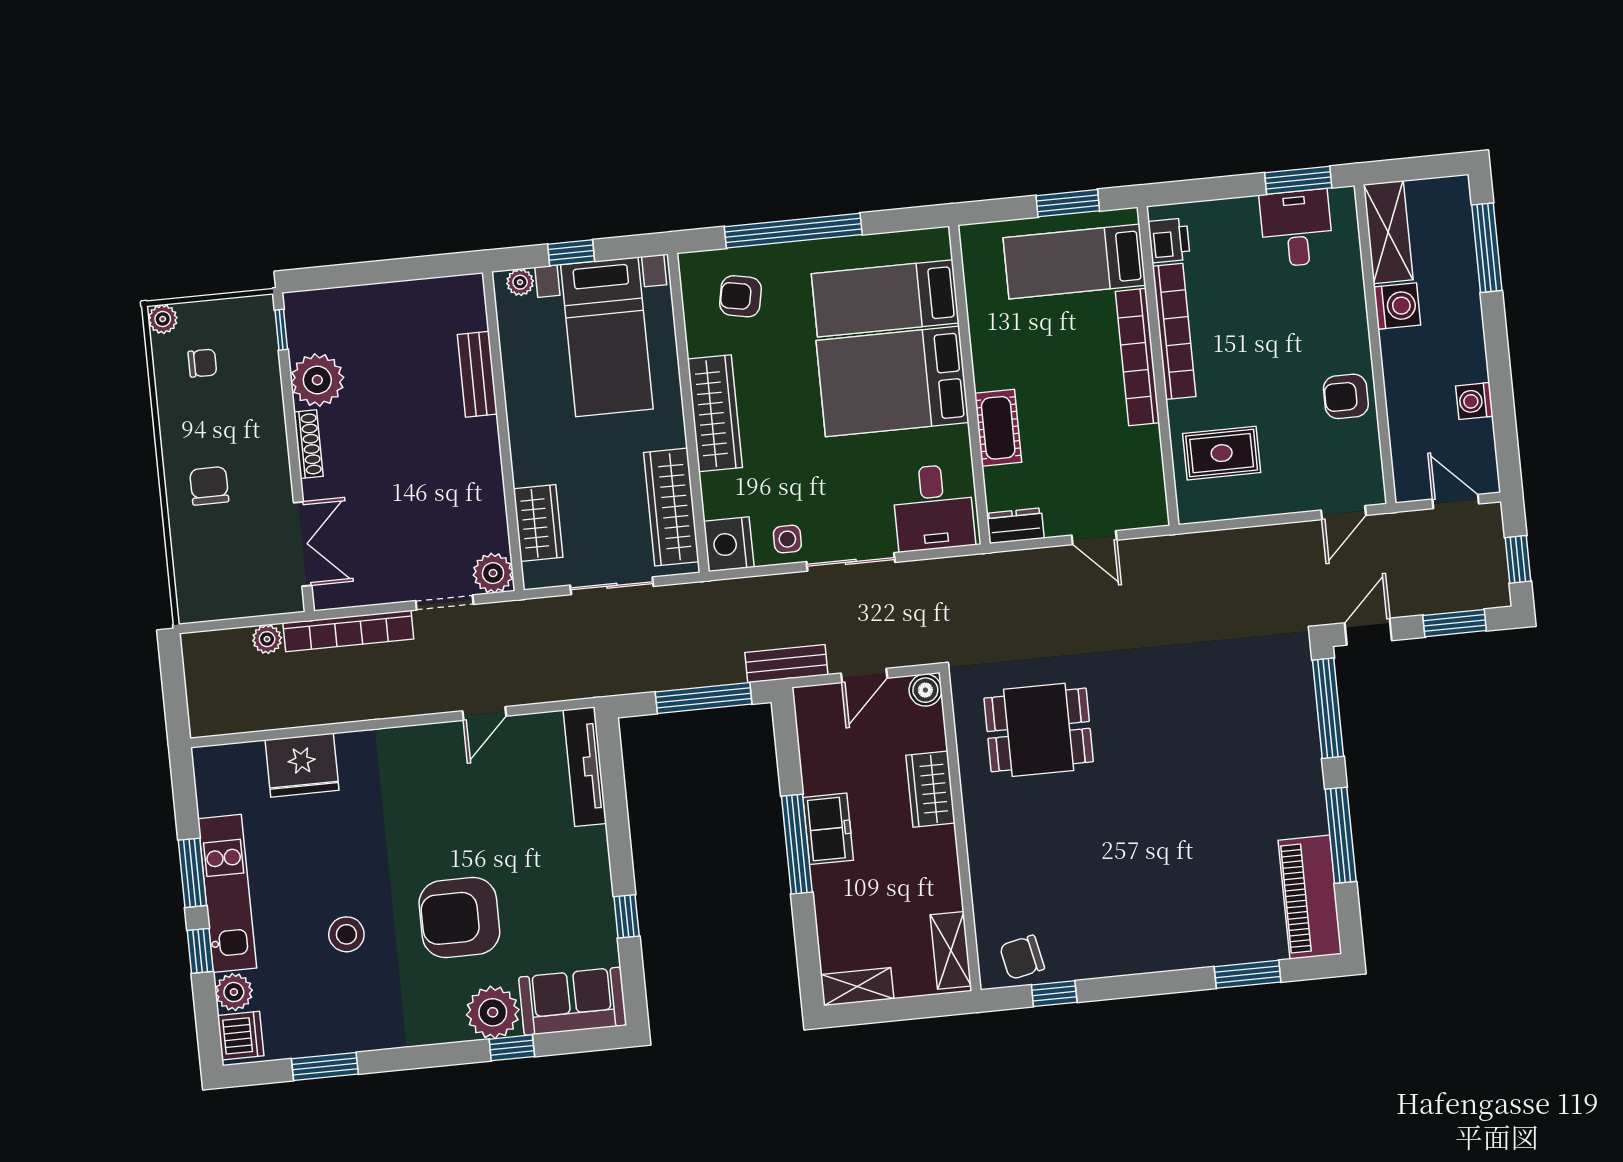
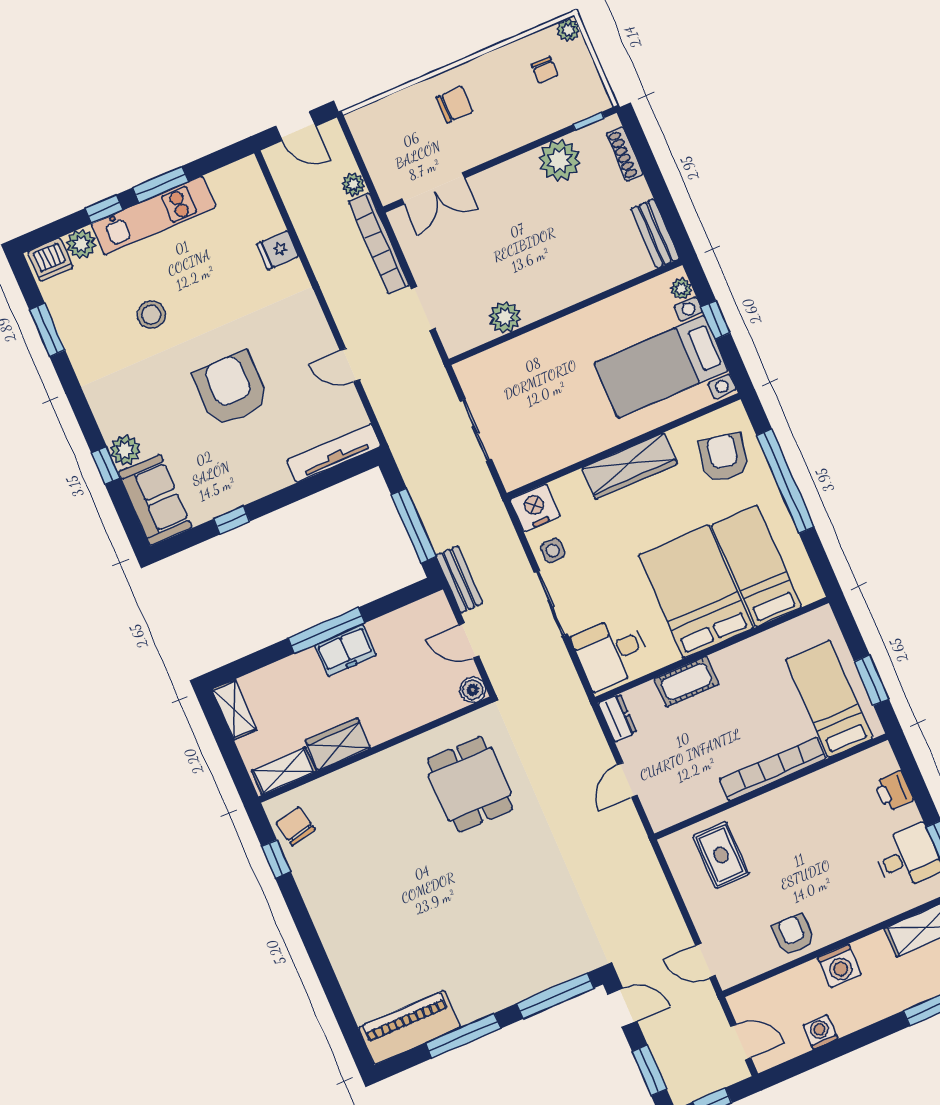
printer: (1169, 240) -> (894, 791), moved, turned 90
armchair: (741, 296) -> (723, 457), width x1.38, depth x1.38
washing machine: (1397, 306) -> (839, 966), moved
bookcase: (1174, 331) -> (801, 790), removed
bench: (477, 374) -> (655, 234), moved, turned 90
shoe rack: (308, 444) -> (625, 154), moved, turned 90
door: (1456, 502) -> (741, 1042), hinge flipped
wardrobe: (671, 507) -> (549, 456), removed
wardrobe: (538, 523) -> (505, 360), removed
plant: (493, 573) -> (505, 317), moved
door: (174, 687) -> (296, 126), added
fridge: (302, 765) -> (278, 250), width x0.53, depth x0.75
wardrobe: (930, 789) -> (338, 744), moved
armchair: (459, 918) -> (231, 389), moved
window: (1248, 974) -> (337, 999), removed
plant: (493, 1012) -> (125, 450), width x0.73, depth x0.73

